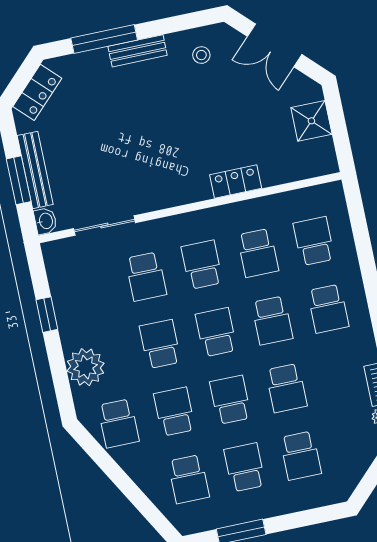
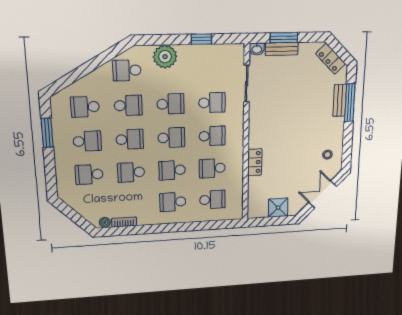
bench: (138, 51) -> (340, 100), moved
bench: (35, 170) -> (282, 49), width x0.73
school desk: (146, 276) -> (212, 103), turned 180

